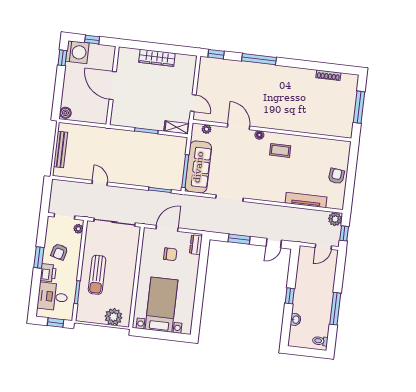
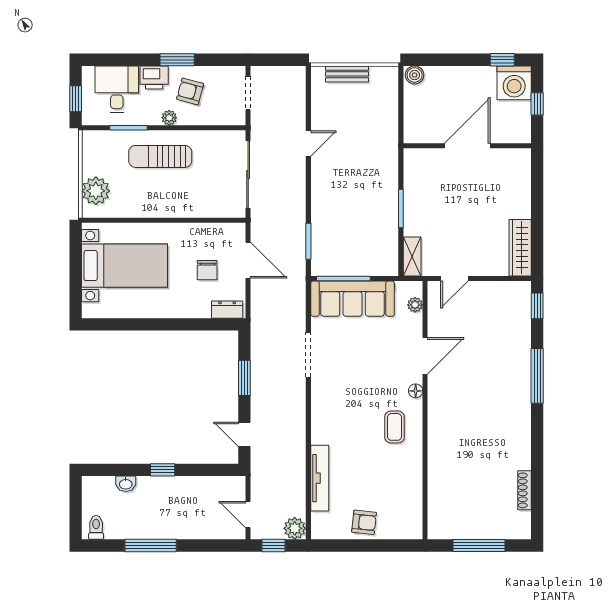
wardrobe: (157, 58) -> (520, 248), moved
bench: (60, 149) -> (347, 74), width x0.73
plant: (78, 229) -> (169, 118), moved

